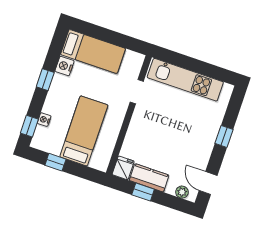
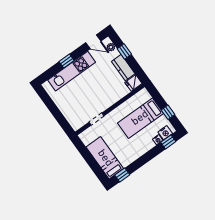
nightstand: (65, 66) -> (165, 133), moved
window: (45, 80) -> (122, 175), moved
kitchen unit: (185, 80) -> (72, 71), moved, turned 90
door: (208, 183) -> (93, 42), hinge flipped
window: (143, 192) -> (124, 51), moved

